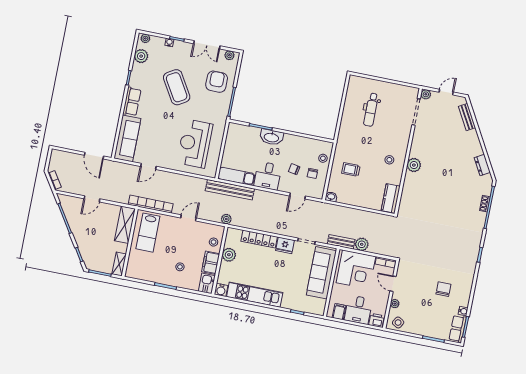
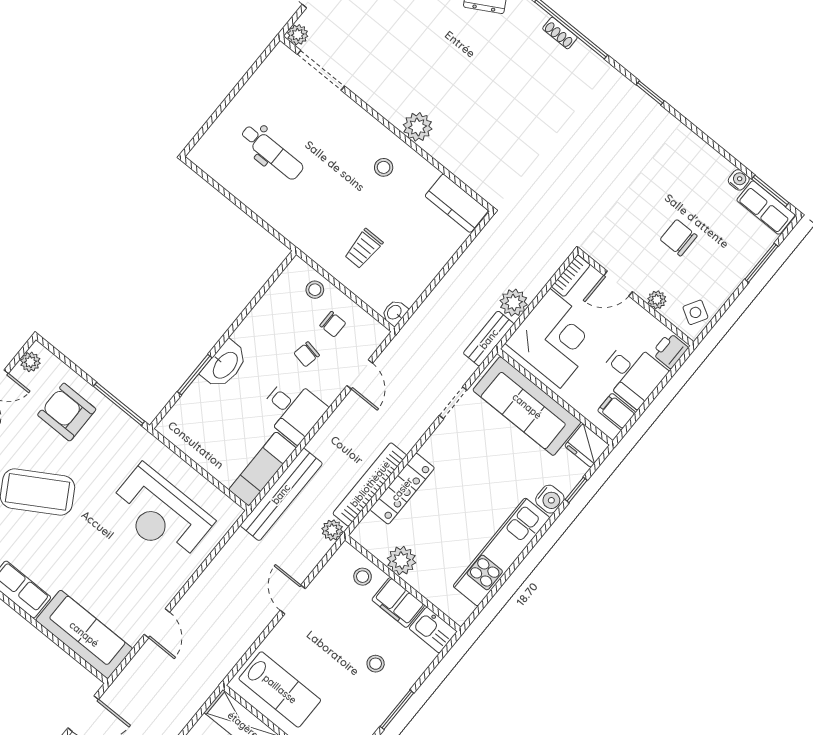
bookcase: (151, 204) -> (370, 484), moved
fridge: (285, 245) -> (587, 446), moved, turned 90
chair: (443, 289) -> (679, 238), moved
water cooler: (221, 290) -> (550, 499), moved

